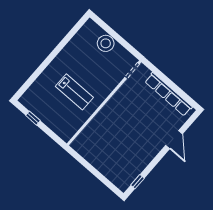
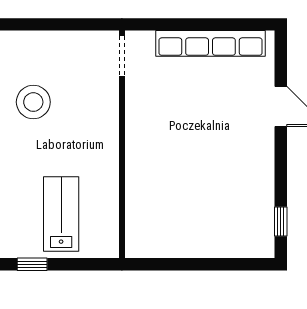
stool: (106, 43) -> (33, 102), moved
lab bench: (74, 92) -> (61, 214), moved, turned -90

